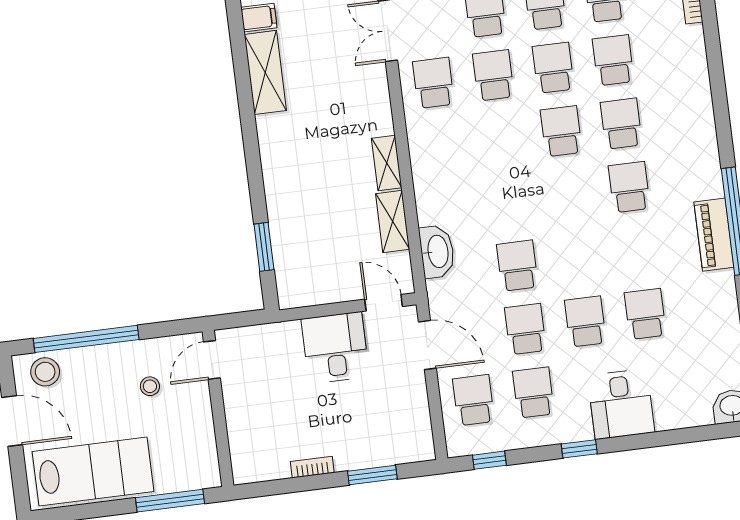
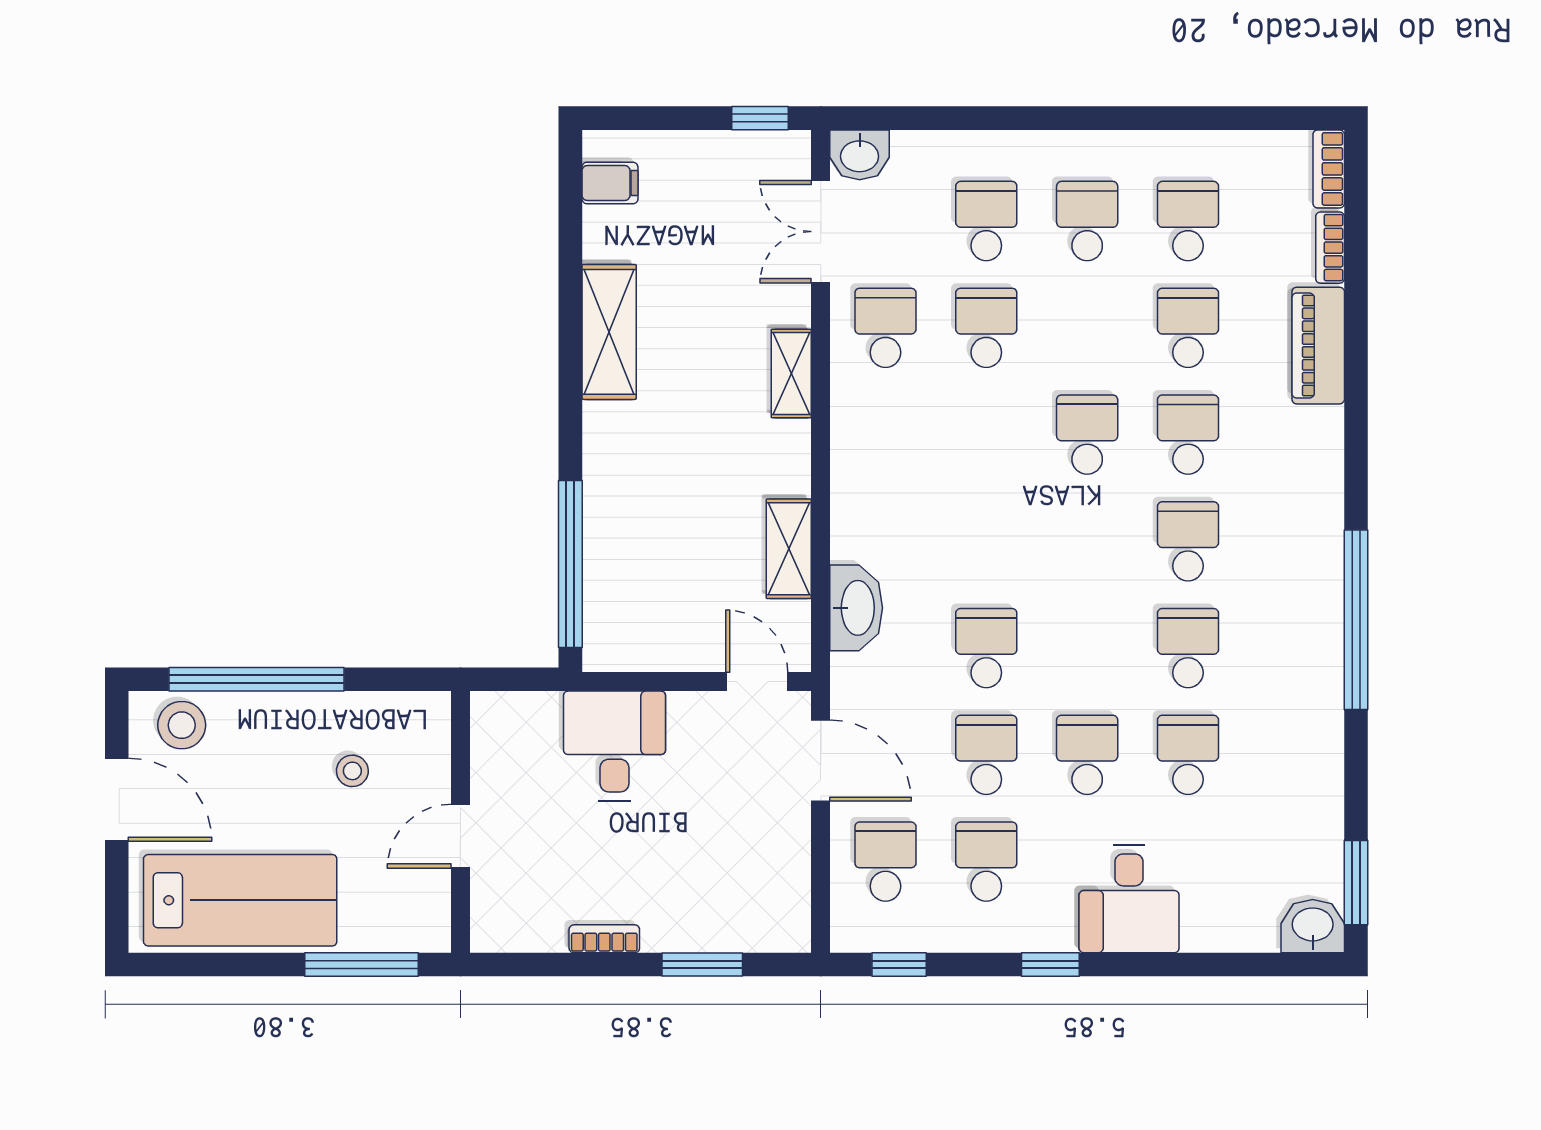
school desk: (553, 68) -> (1188, 648), moved
shelving: (265, 72) -> (609, 332), moved
shelving: (387, 163) -> (791, 373), moved
piano: (714, 235) -> (1318, 346), moved
window: (264, 247) -> (570, 564), width x2.11
desk: (335, 348) -> (614, 746), moved
door: (212, 360) -> (460, 836), moved

